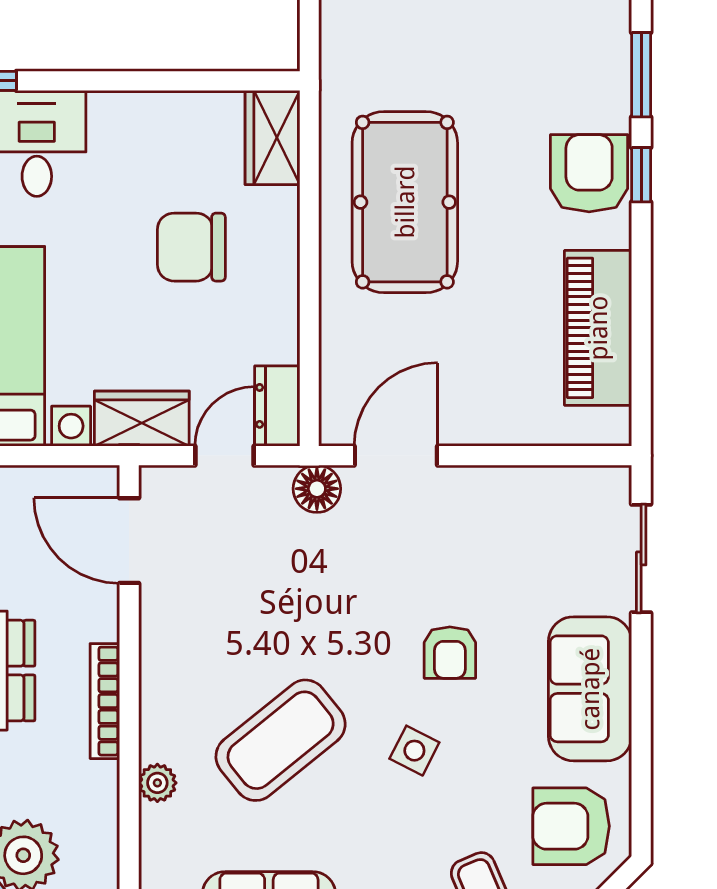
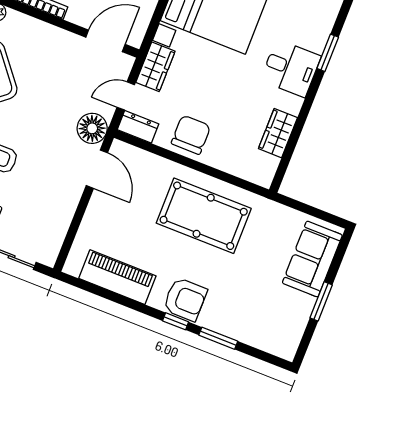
wardrobe: (272, 137) -> (278, 133), moved, turned -90
chair: (191, 247) -> (191, 135), moved
door: (224, 456) -> (126, 96), swing flipped
floor lamp: (317, 489) -> (92, 128), width x1.38, depth x1.38

